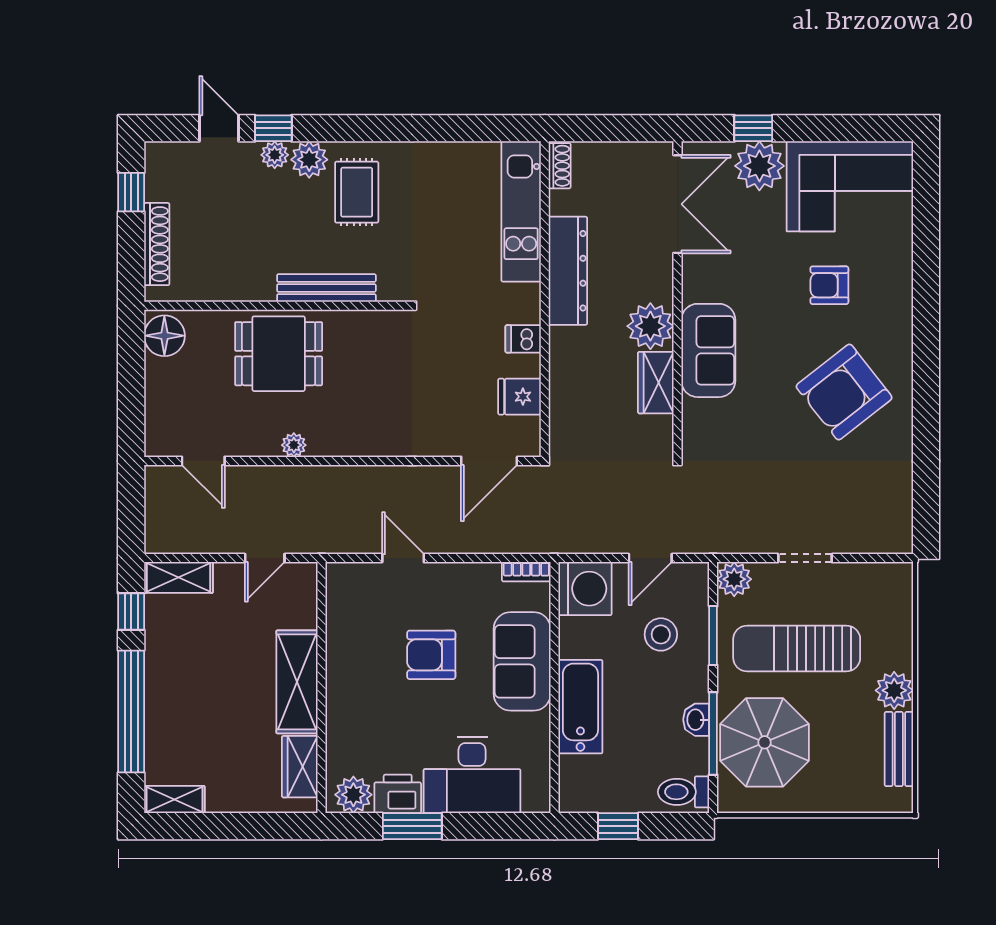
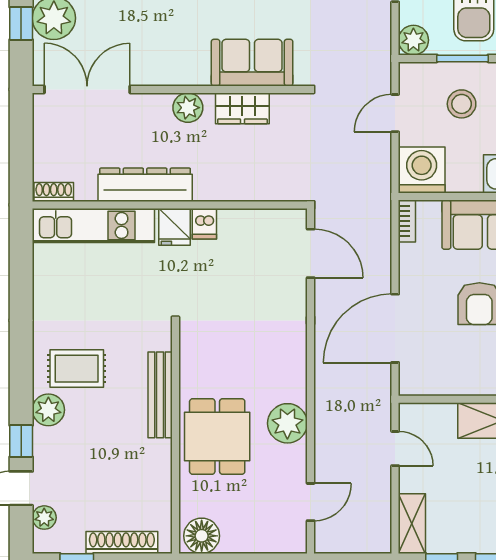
plant: (275, 155) -> (44, 518), moved
plant: (650, 326) -> (188, 108), width x0.73, depth x0.73
sofa: (708, 350) -> (252, 63), moved
fridge: (519, 397) -> (175, 227), moved
plant: (294, 445) -> (287, 423), width x1.88, depth x1.88
door: (403, 558) -> (395, 328), width x1.87
door: (650, 558) -> (395, 113), swing flipped

